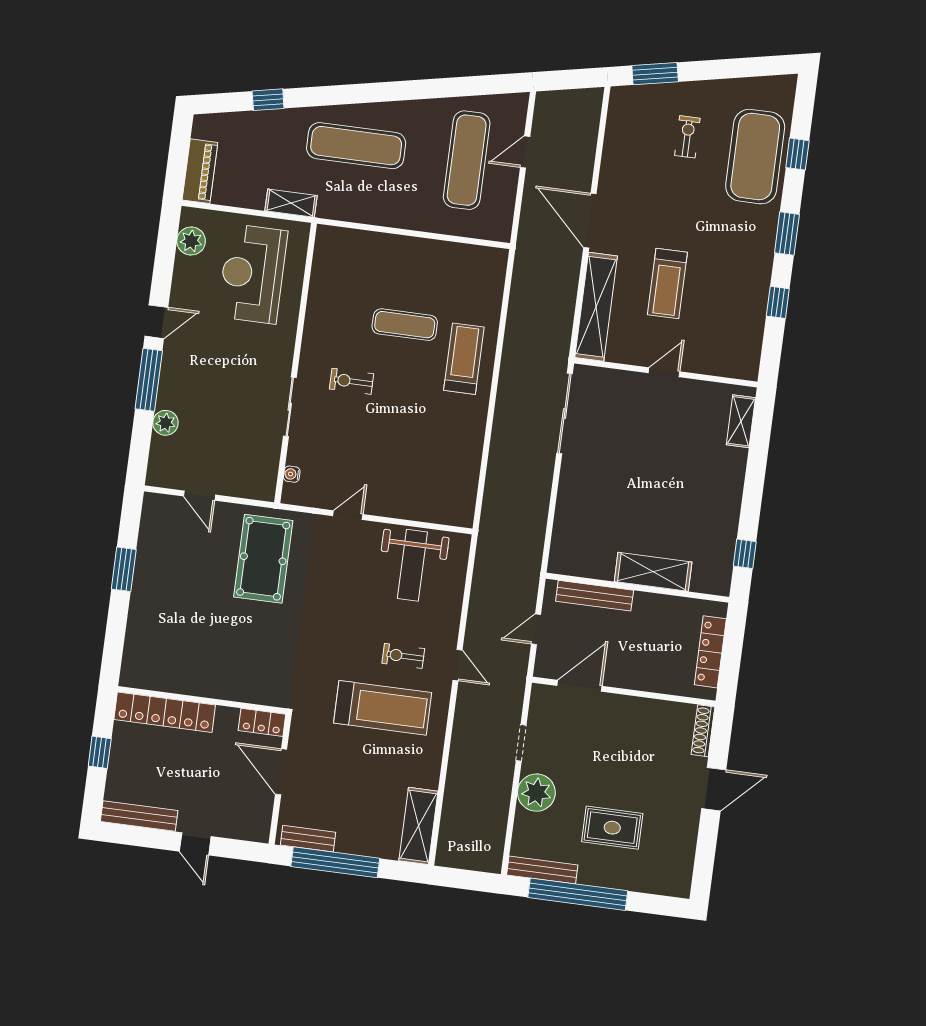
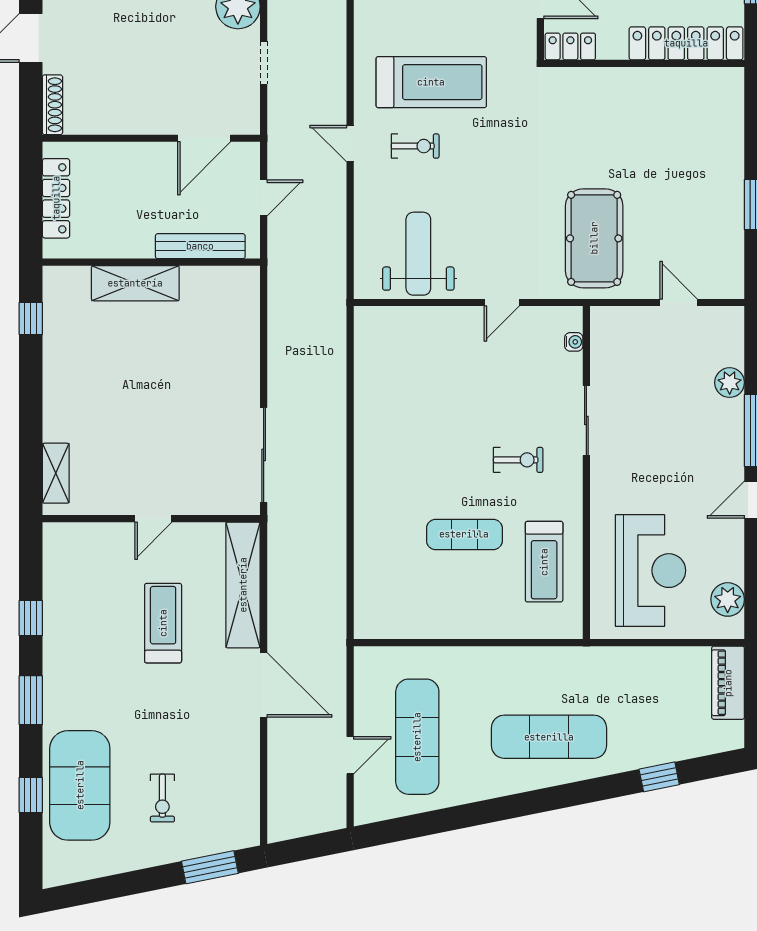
shelving: (291, 203) -> (616, 659), removed
treadmill: (464, 359) -> (544, 562), moved
treadmill: (383, 708) -> (431, 82), turned 180

